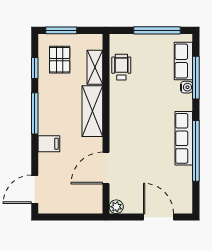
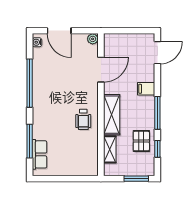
window: (157, 30) -> (60, 179), removed
pallet: (60, 60) -> (141, 141), moved
wheelchair: (121, 67) -> (83, 119), moved
water cooler: (187, 87) -> (37, 42), moved
row of seats: (184, 138) -> (39, 93), removed

